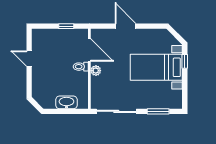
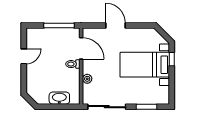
window: (66, 26) -> (59, 26), width x2.17
door: (29, 59) -> (24, 56), swing flipped
plant: (96, 71) -> (87, 79), moved

